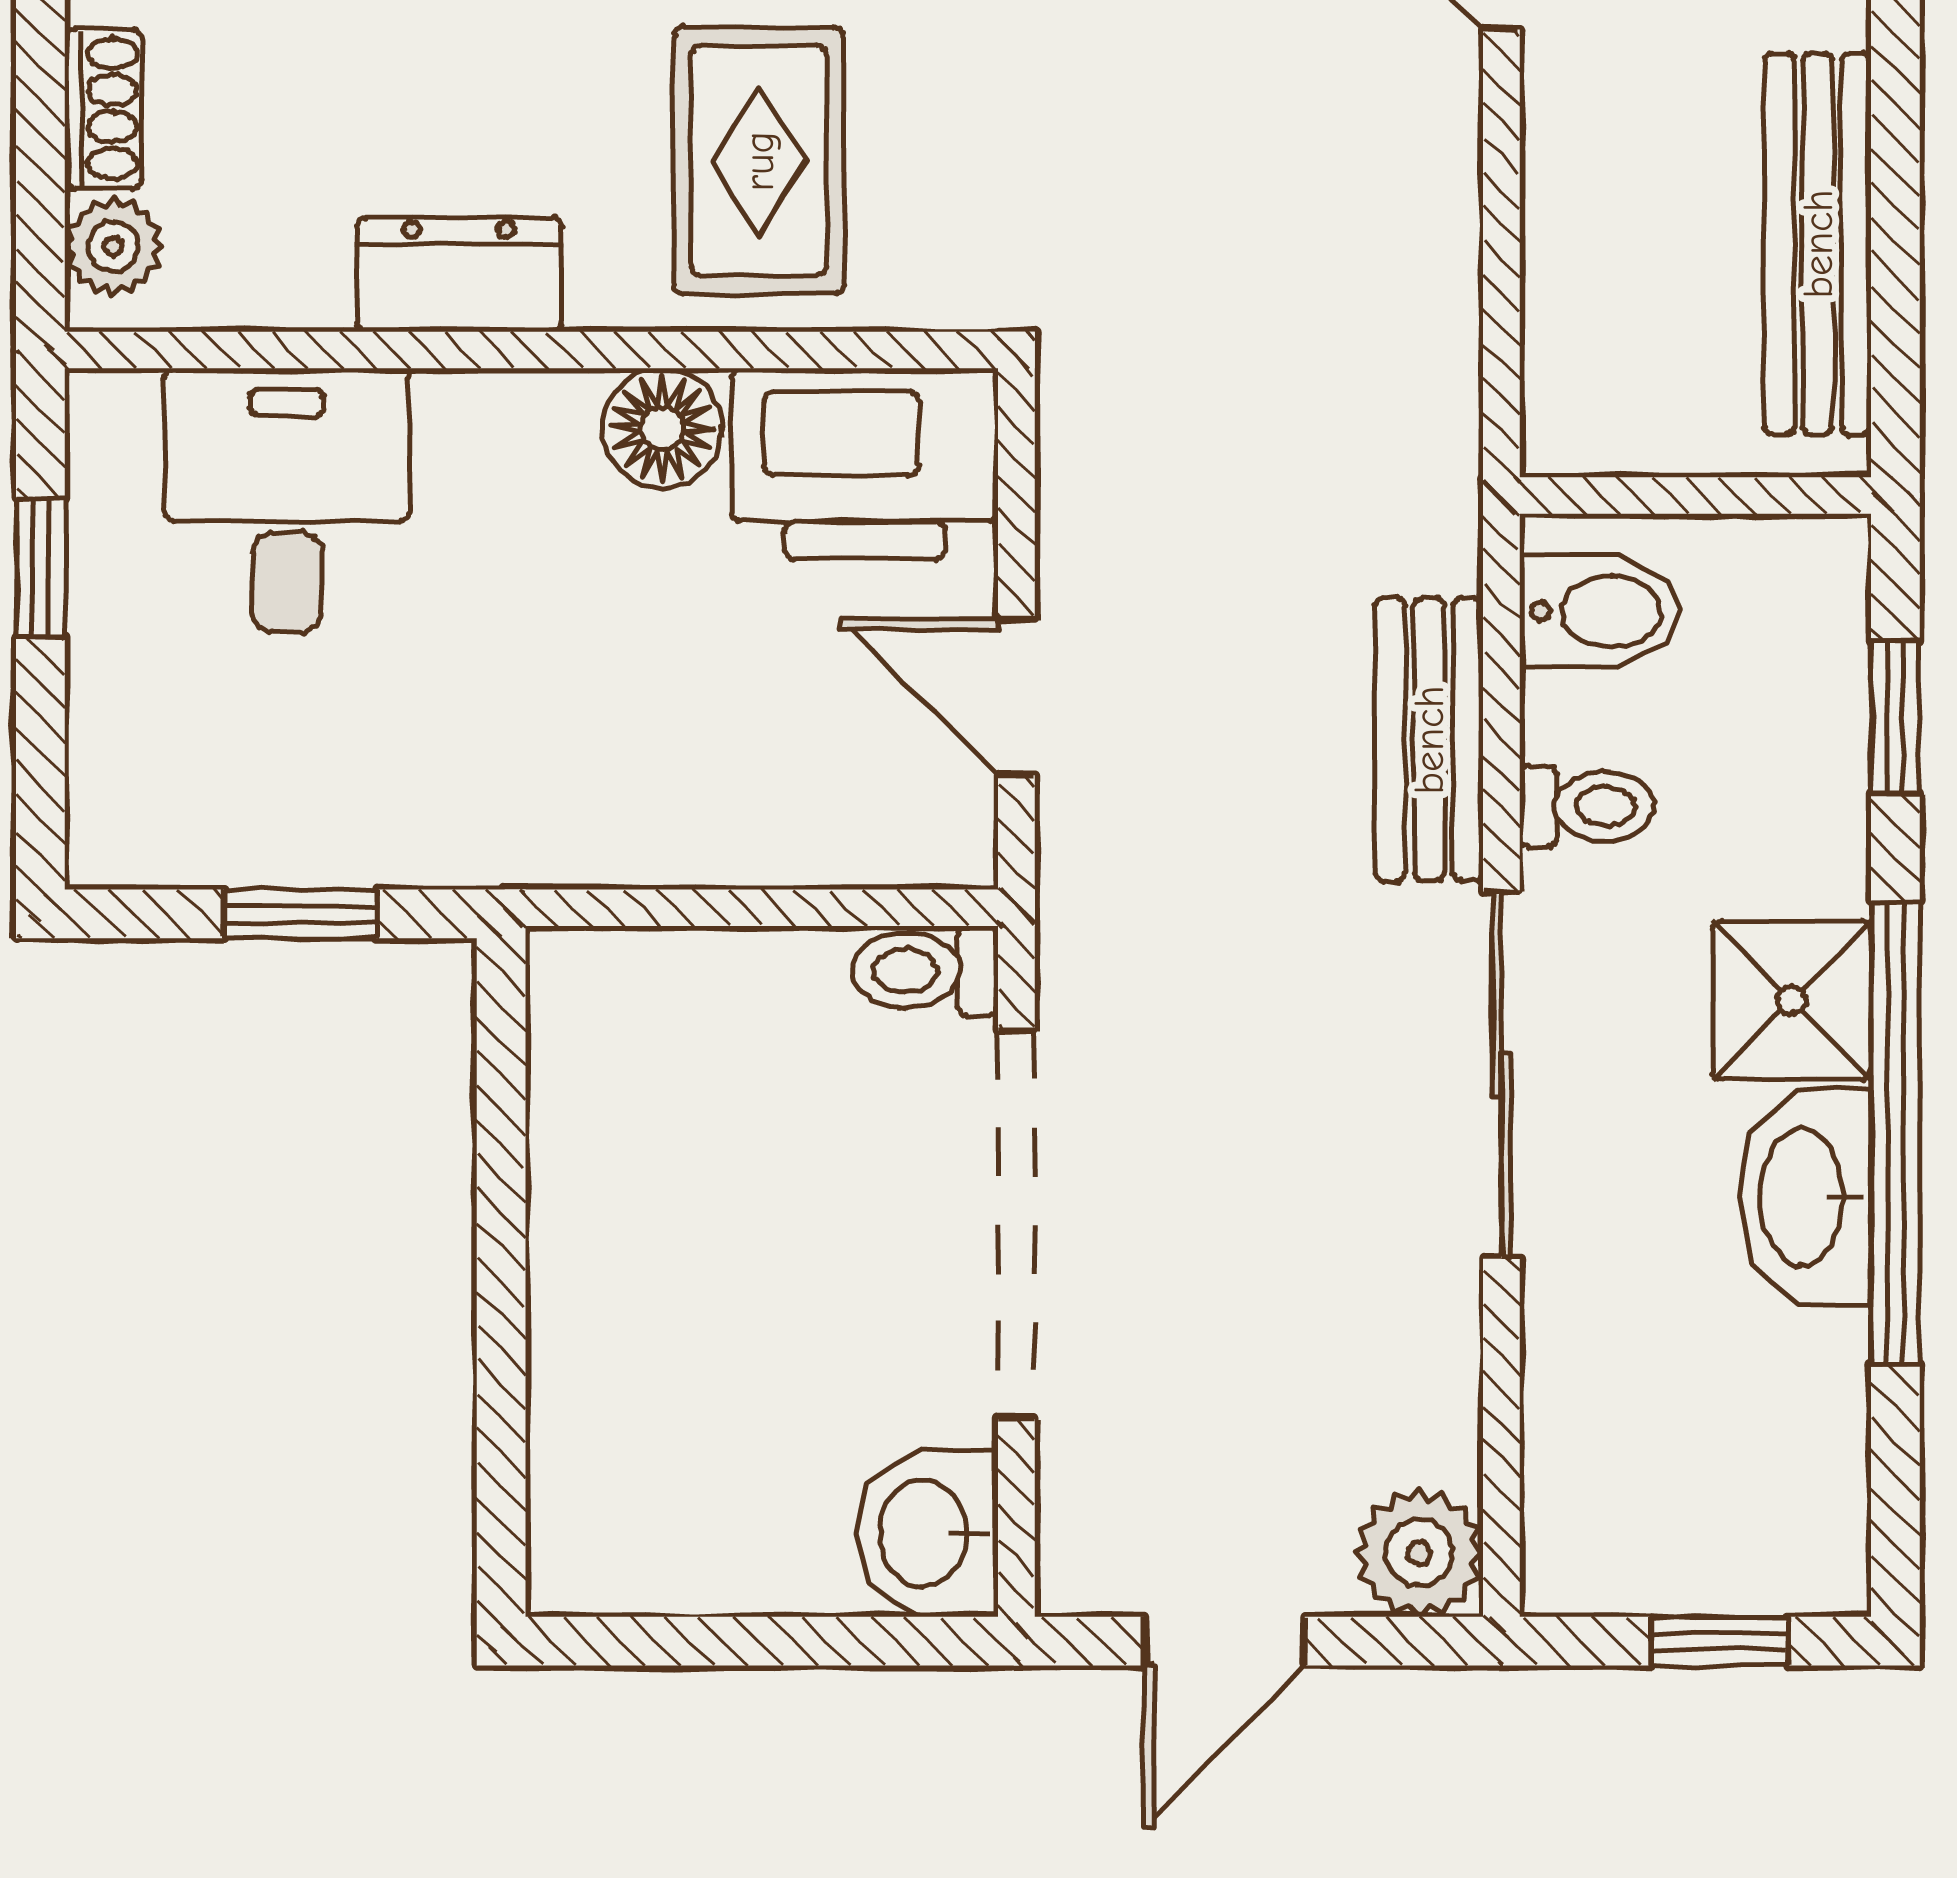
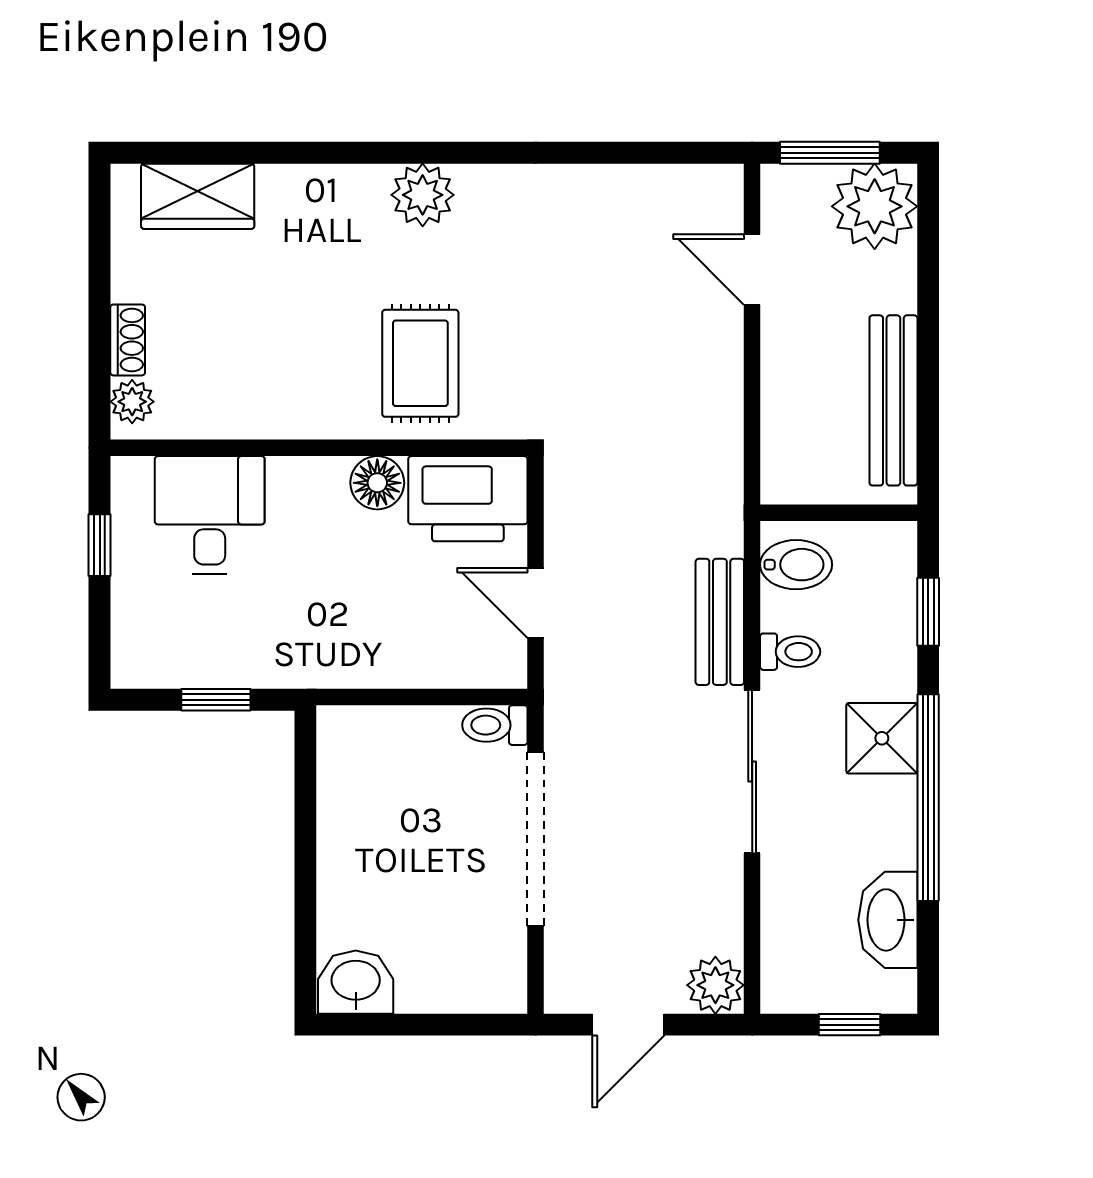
dresser: (459, 274) -> (287, 414), removed
washbasin: (1805, 1197) -> (888, 920), moved
washbasin: (927, 1533) -> (356, 982), moved, turned 90

